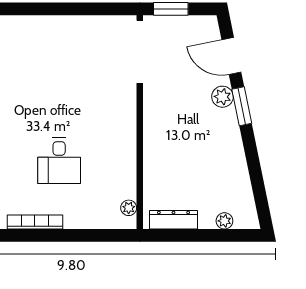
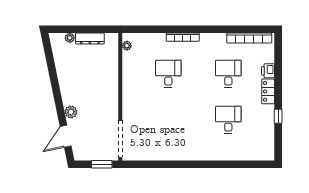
door: (231, 56) -> (66, 136), swing flipped
window: (242, 106) -> (59, 106), removed
dresser: (173, 220) -> (90, 39), moved

